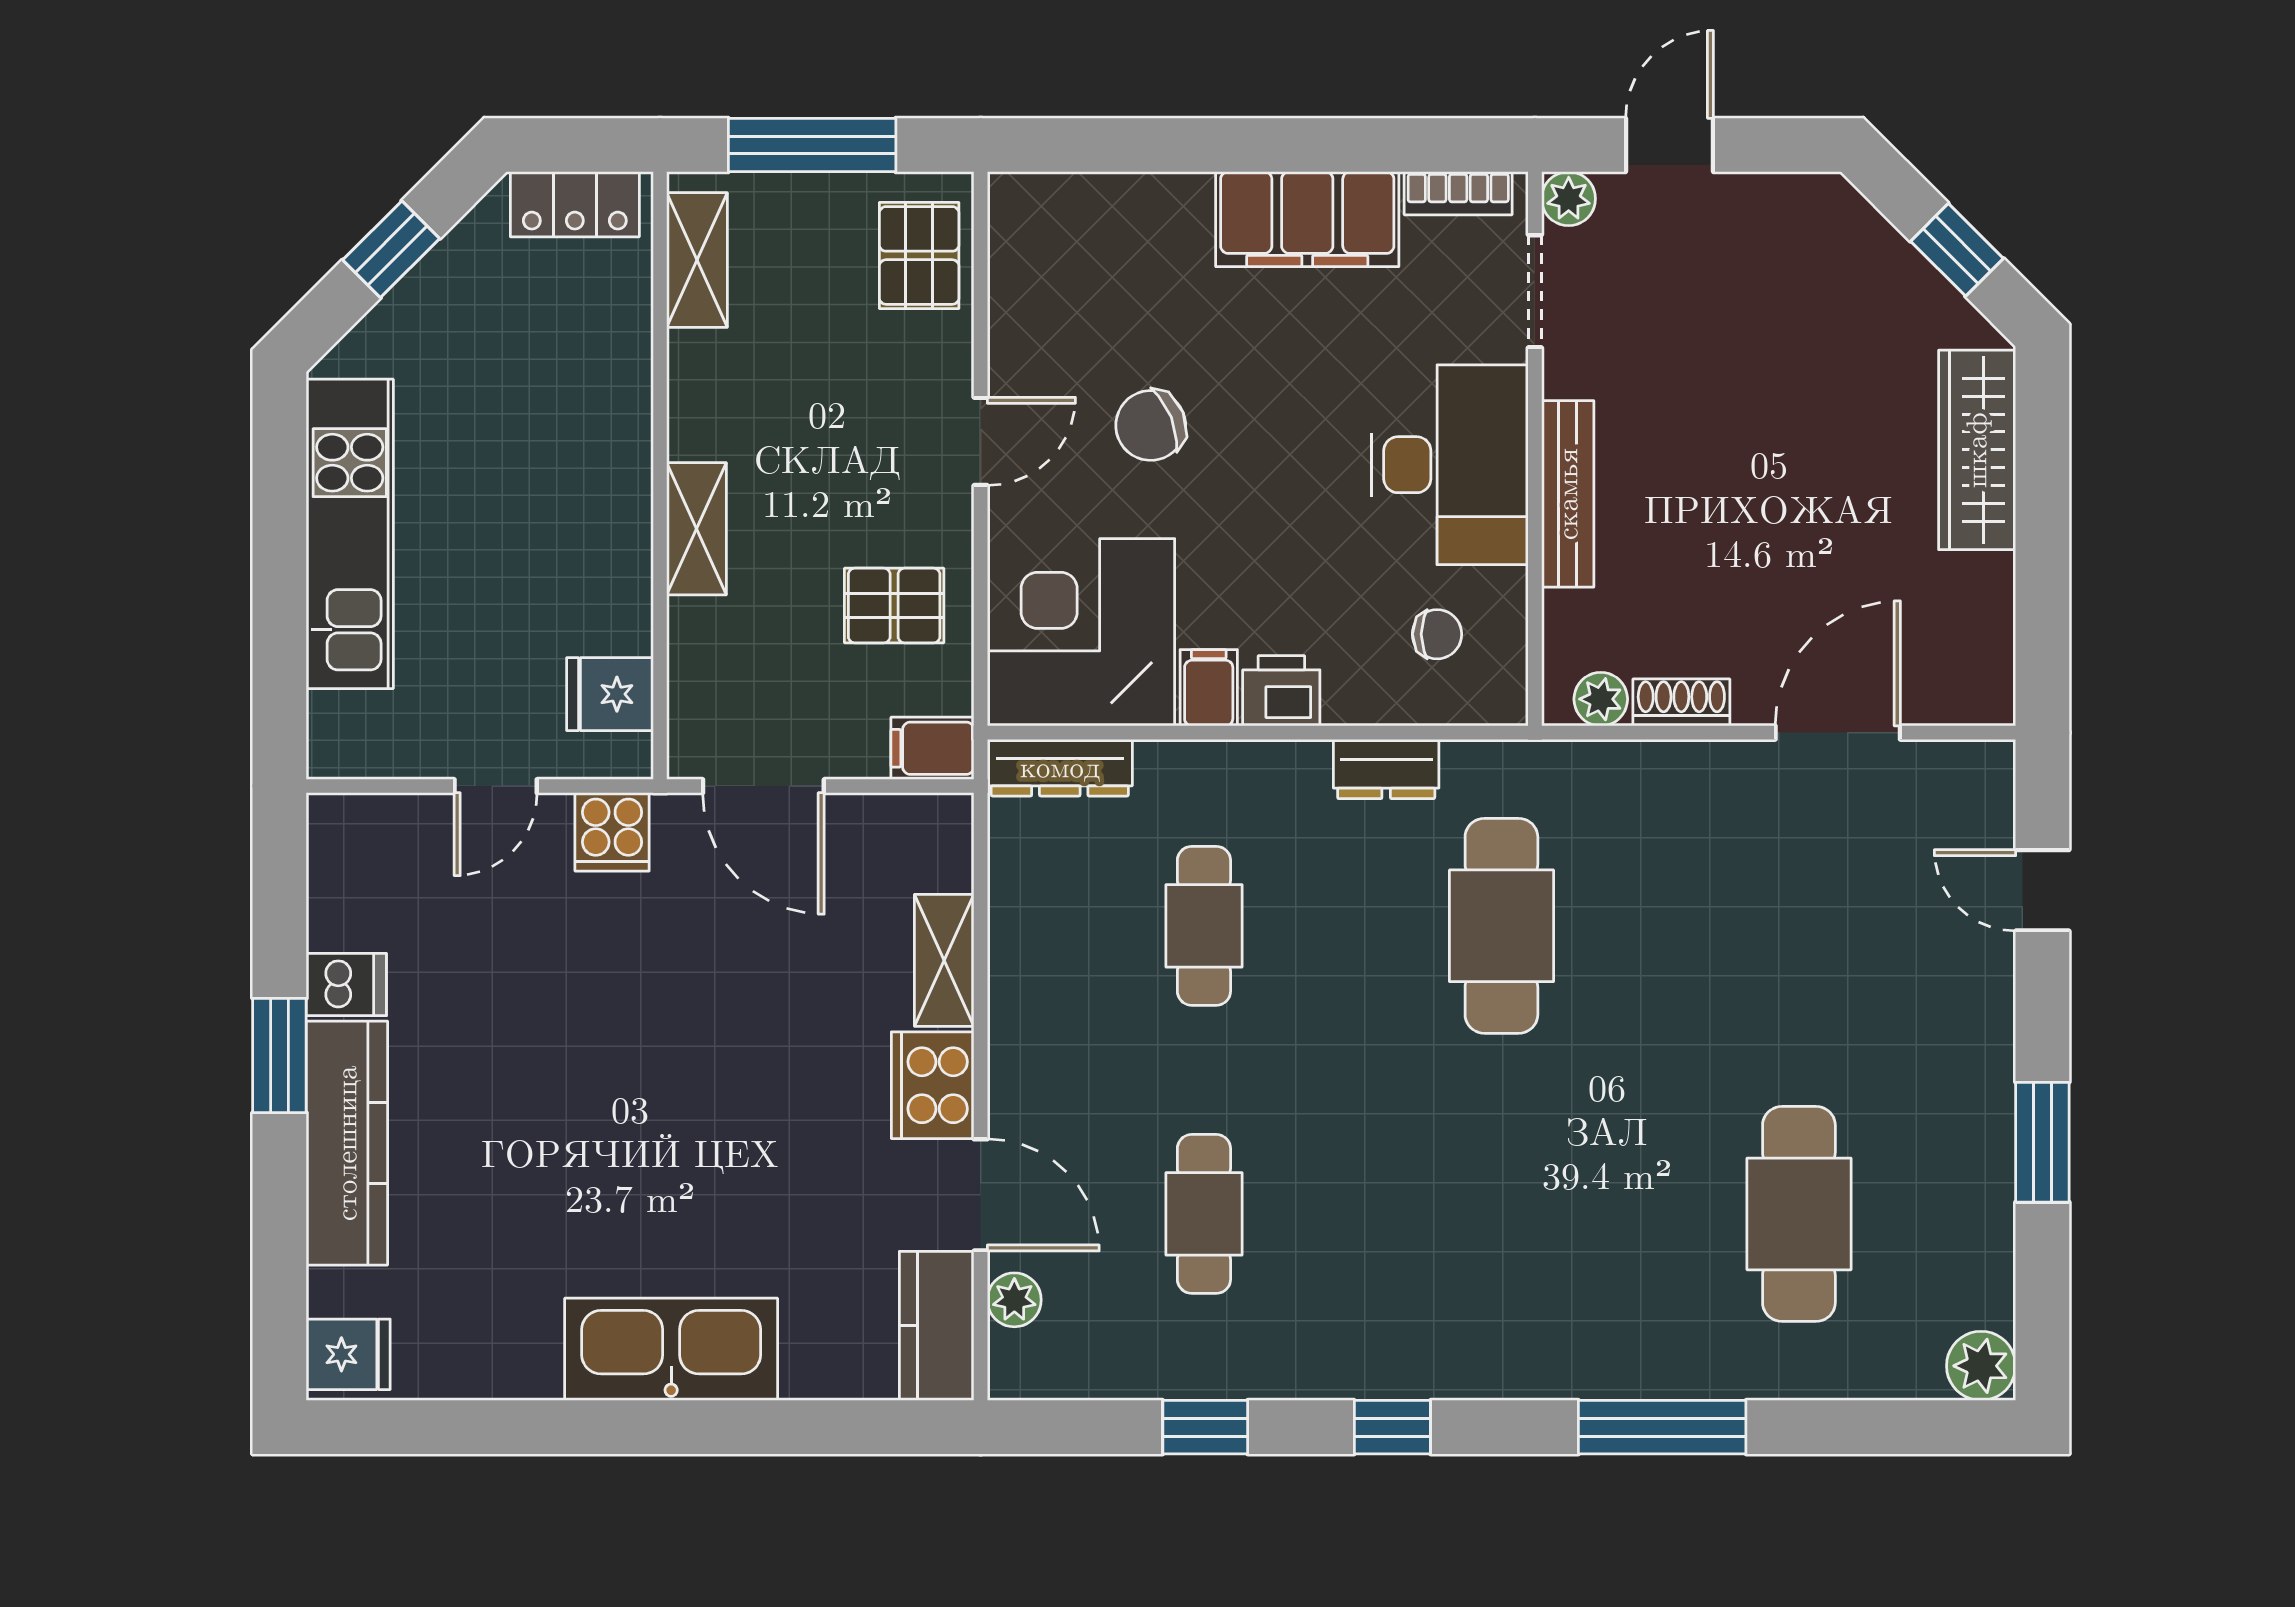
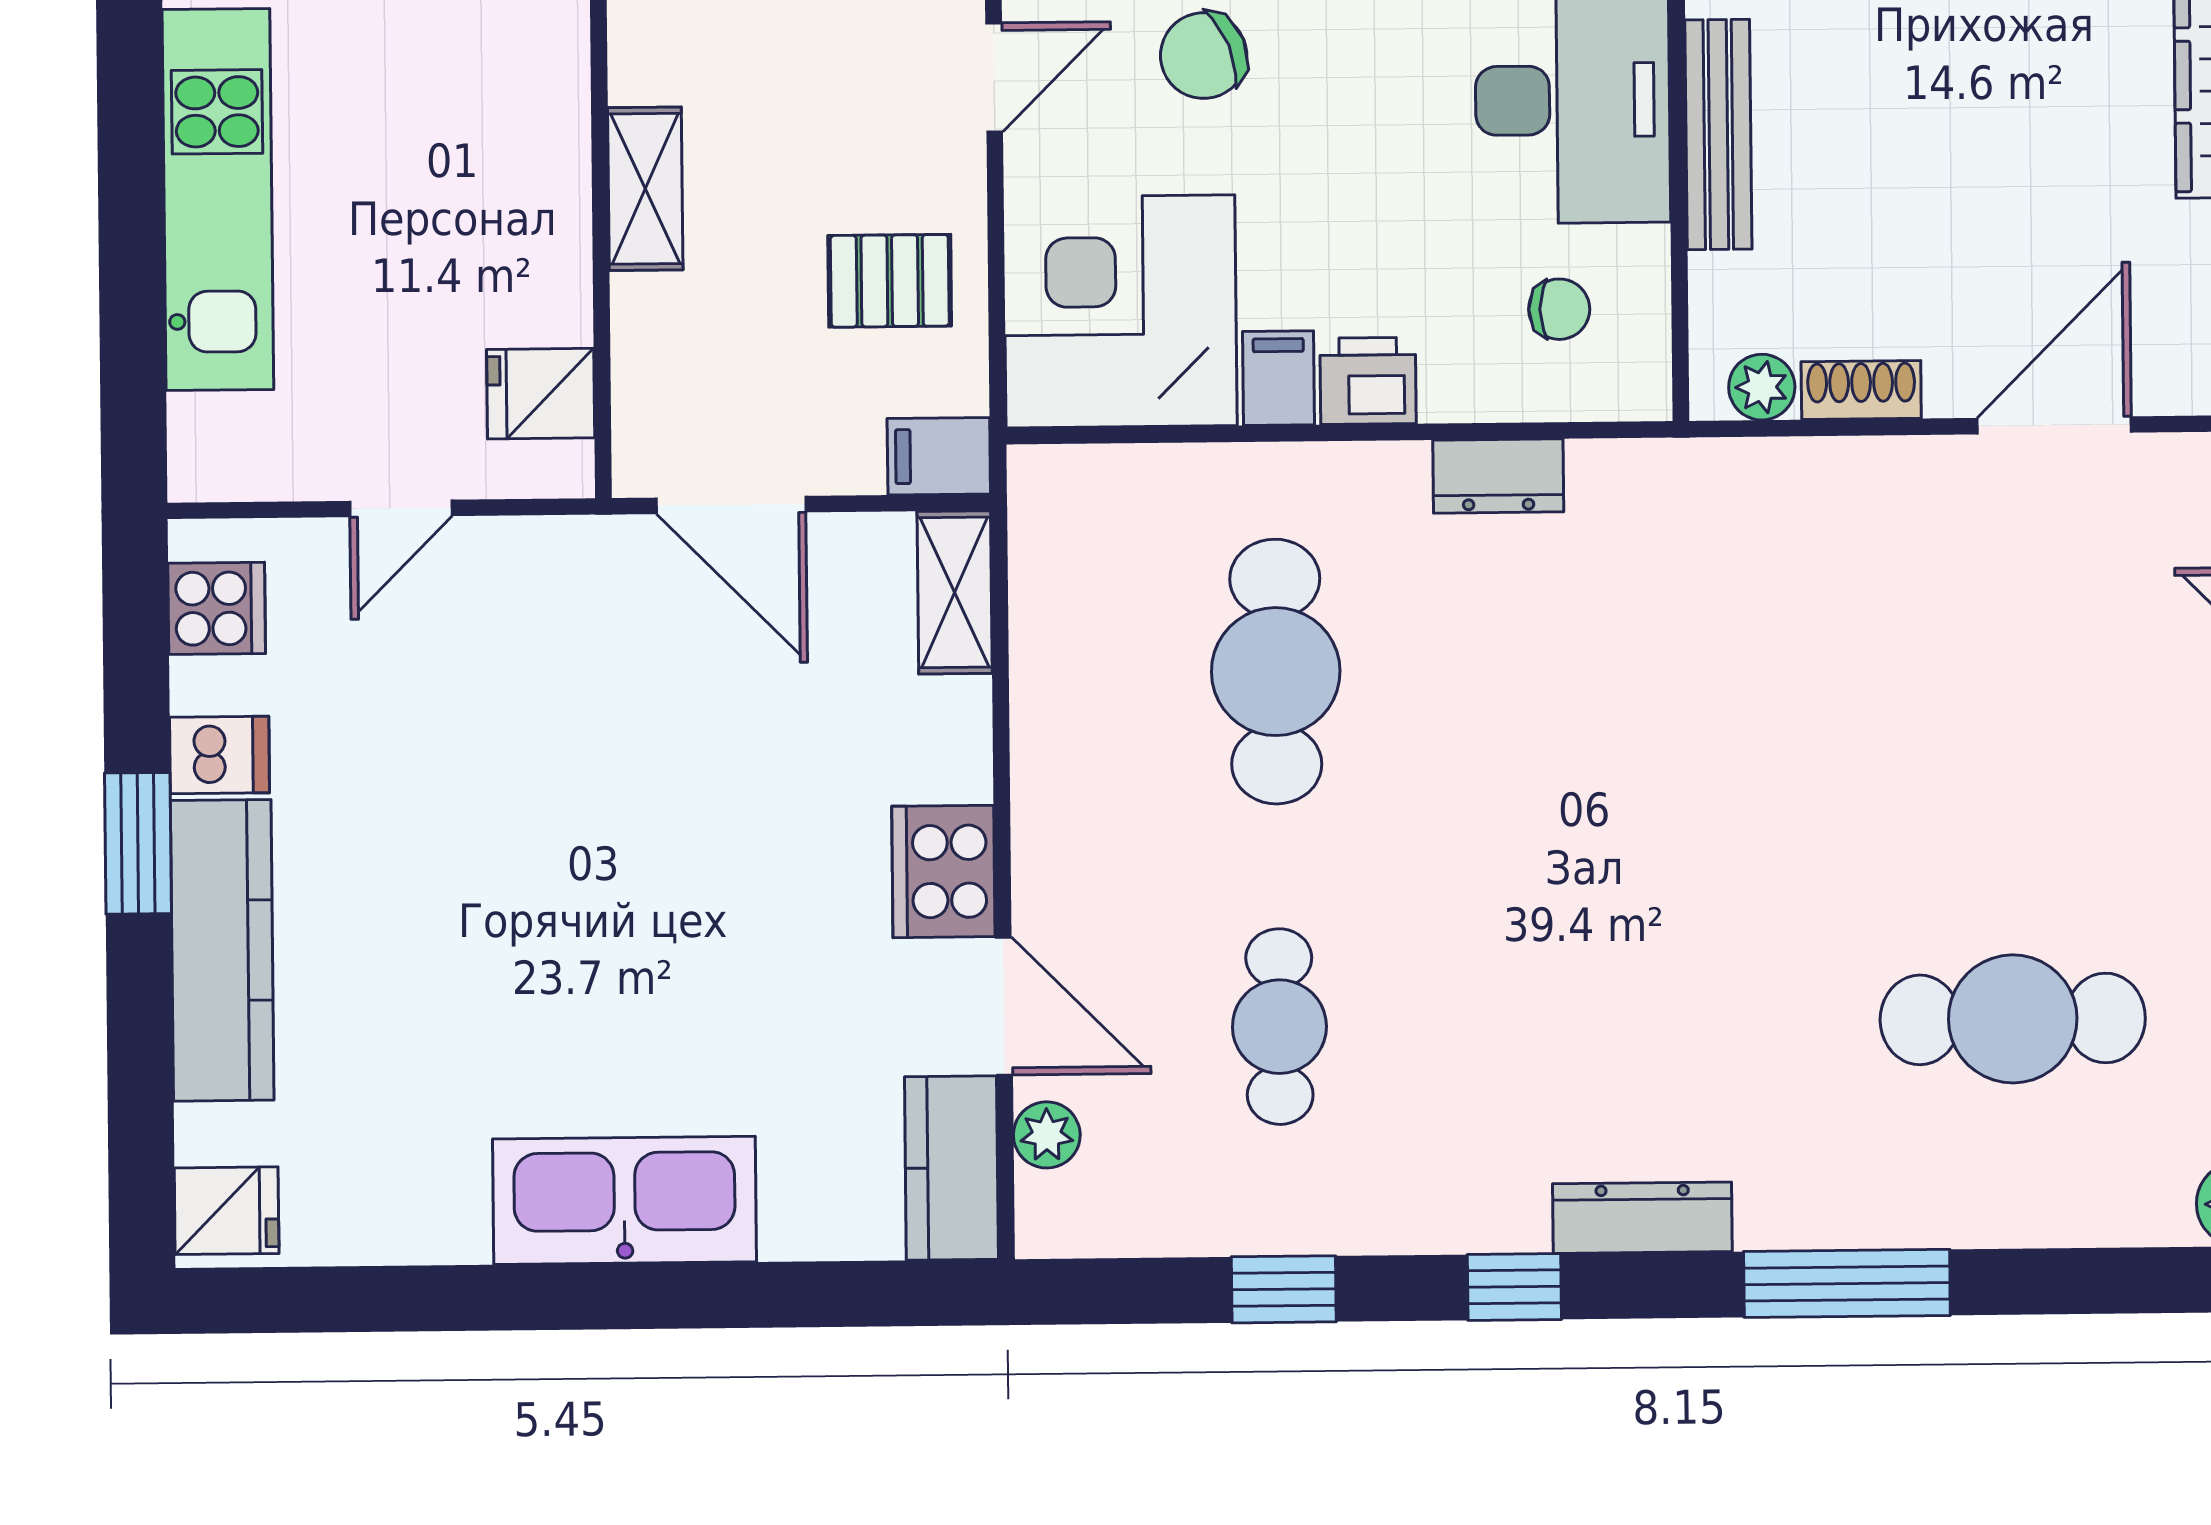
dresser: (1060, 768) -> (1642, 1218), moved, turned 180
cooker: (612, 832) -> (217, 608), moved, turned -90
cafe table: (1204, 926) -> (1276, 672), width x1.37, depth x1.35
cafe table: (1501, 926) -> (1642, 668), removed
shelving: (944, 960) -> (955, 592), moved
cafe table: (1799, 1214) -> (2013, 1019), turned 90

